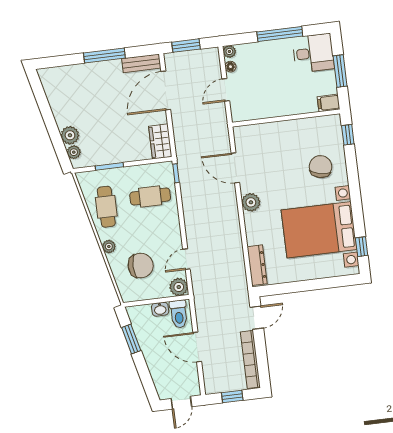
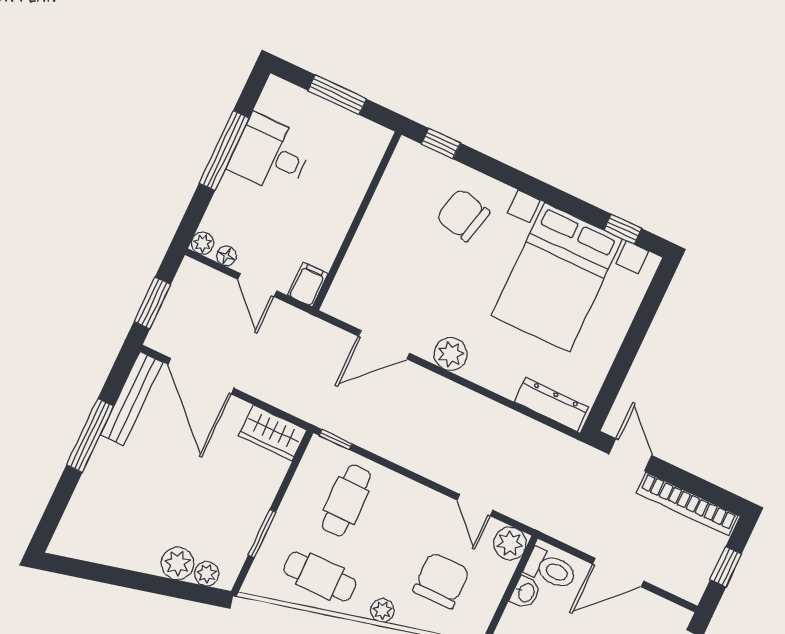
desk: (313, 53) -> (270, 154), moved, turned -90
bench: (141, 63) -> (132, 398), width x1.36
filing cabinet: (328, 103) -> (308, 284), moved, turned 180

